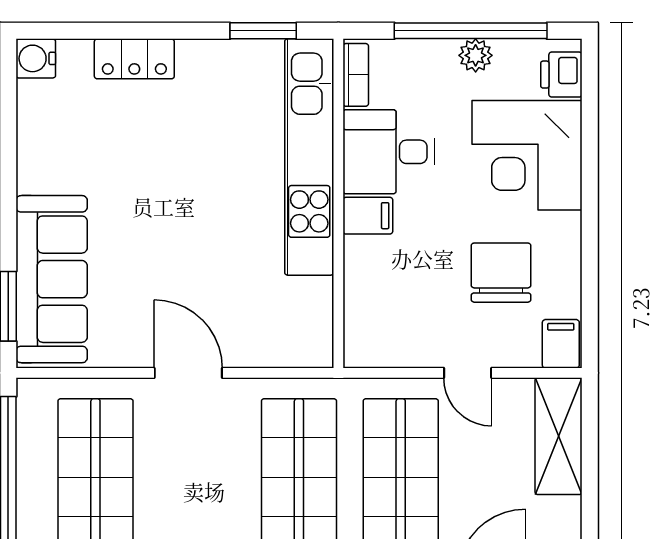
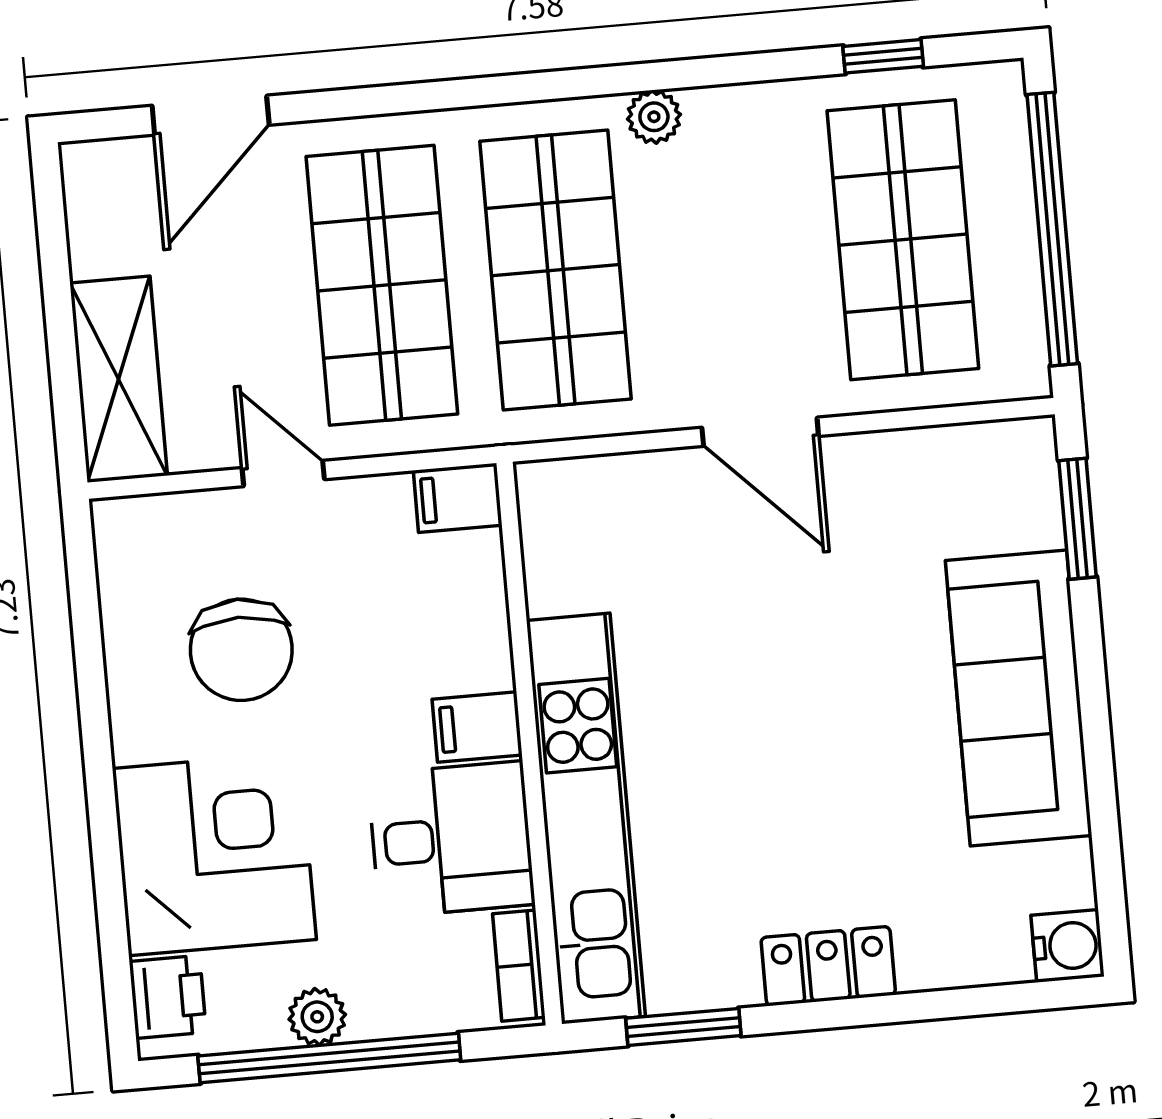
locker: (134, 59) -> (828, 966), moved
sofa: (52, 279) -> (1019, 698), moved
filing cabinet: (561, 344) -> (458, 498), moved, turned 90

